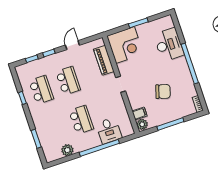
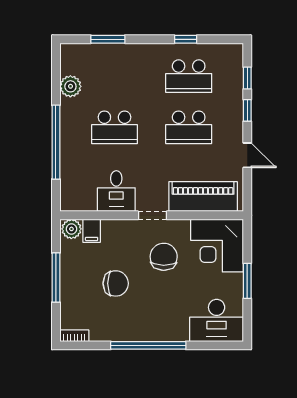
desk: (169, 45) -> (217, 320), moved
piano: (104, 60) -> (203, 197), width x1.37, depth x1.33
chair: (140, 71) -> (164, 257), added
chair: (163, 92) -> (116, 283), turned -107
desk: (109, 130) -> (116, 191), moved, turned -90

